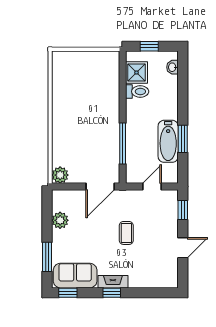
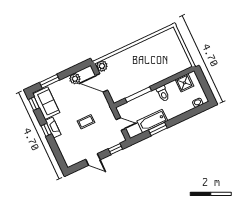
window: (149, 46) -> (204, 83), removed
toilet: (137, 91) -> (163, 93), moved
door: (100, 186) -> (102, 83), moved

